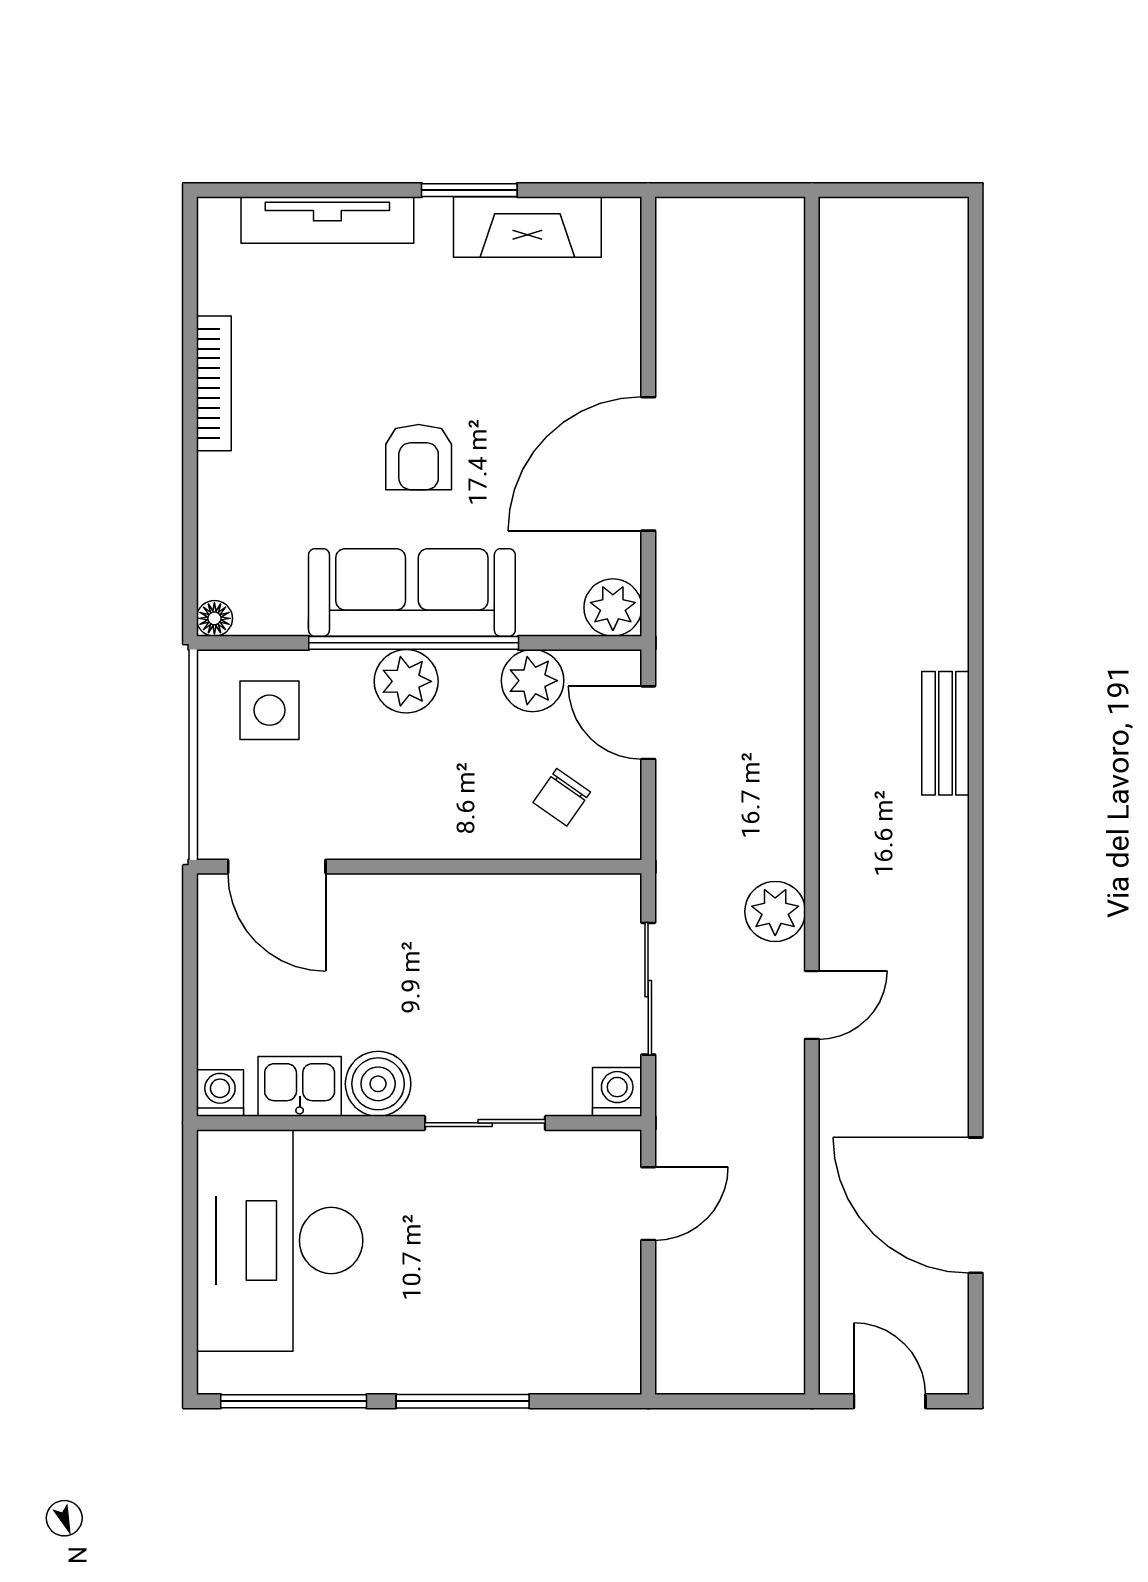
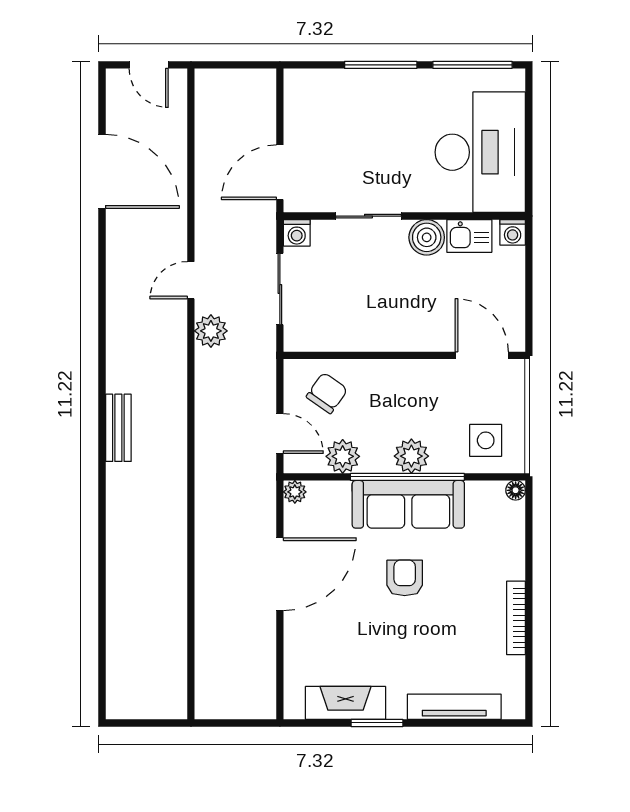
plant: (613, 608) -> (295, 492), width x0.73, depth x0.73
chair: (562, 797) -> (327, 393), width x1.37, depth x1.37
door: (648, 1204) -> (280, 172), width x1.38

